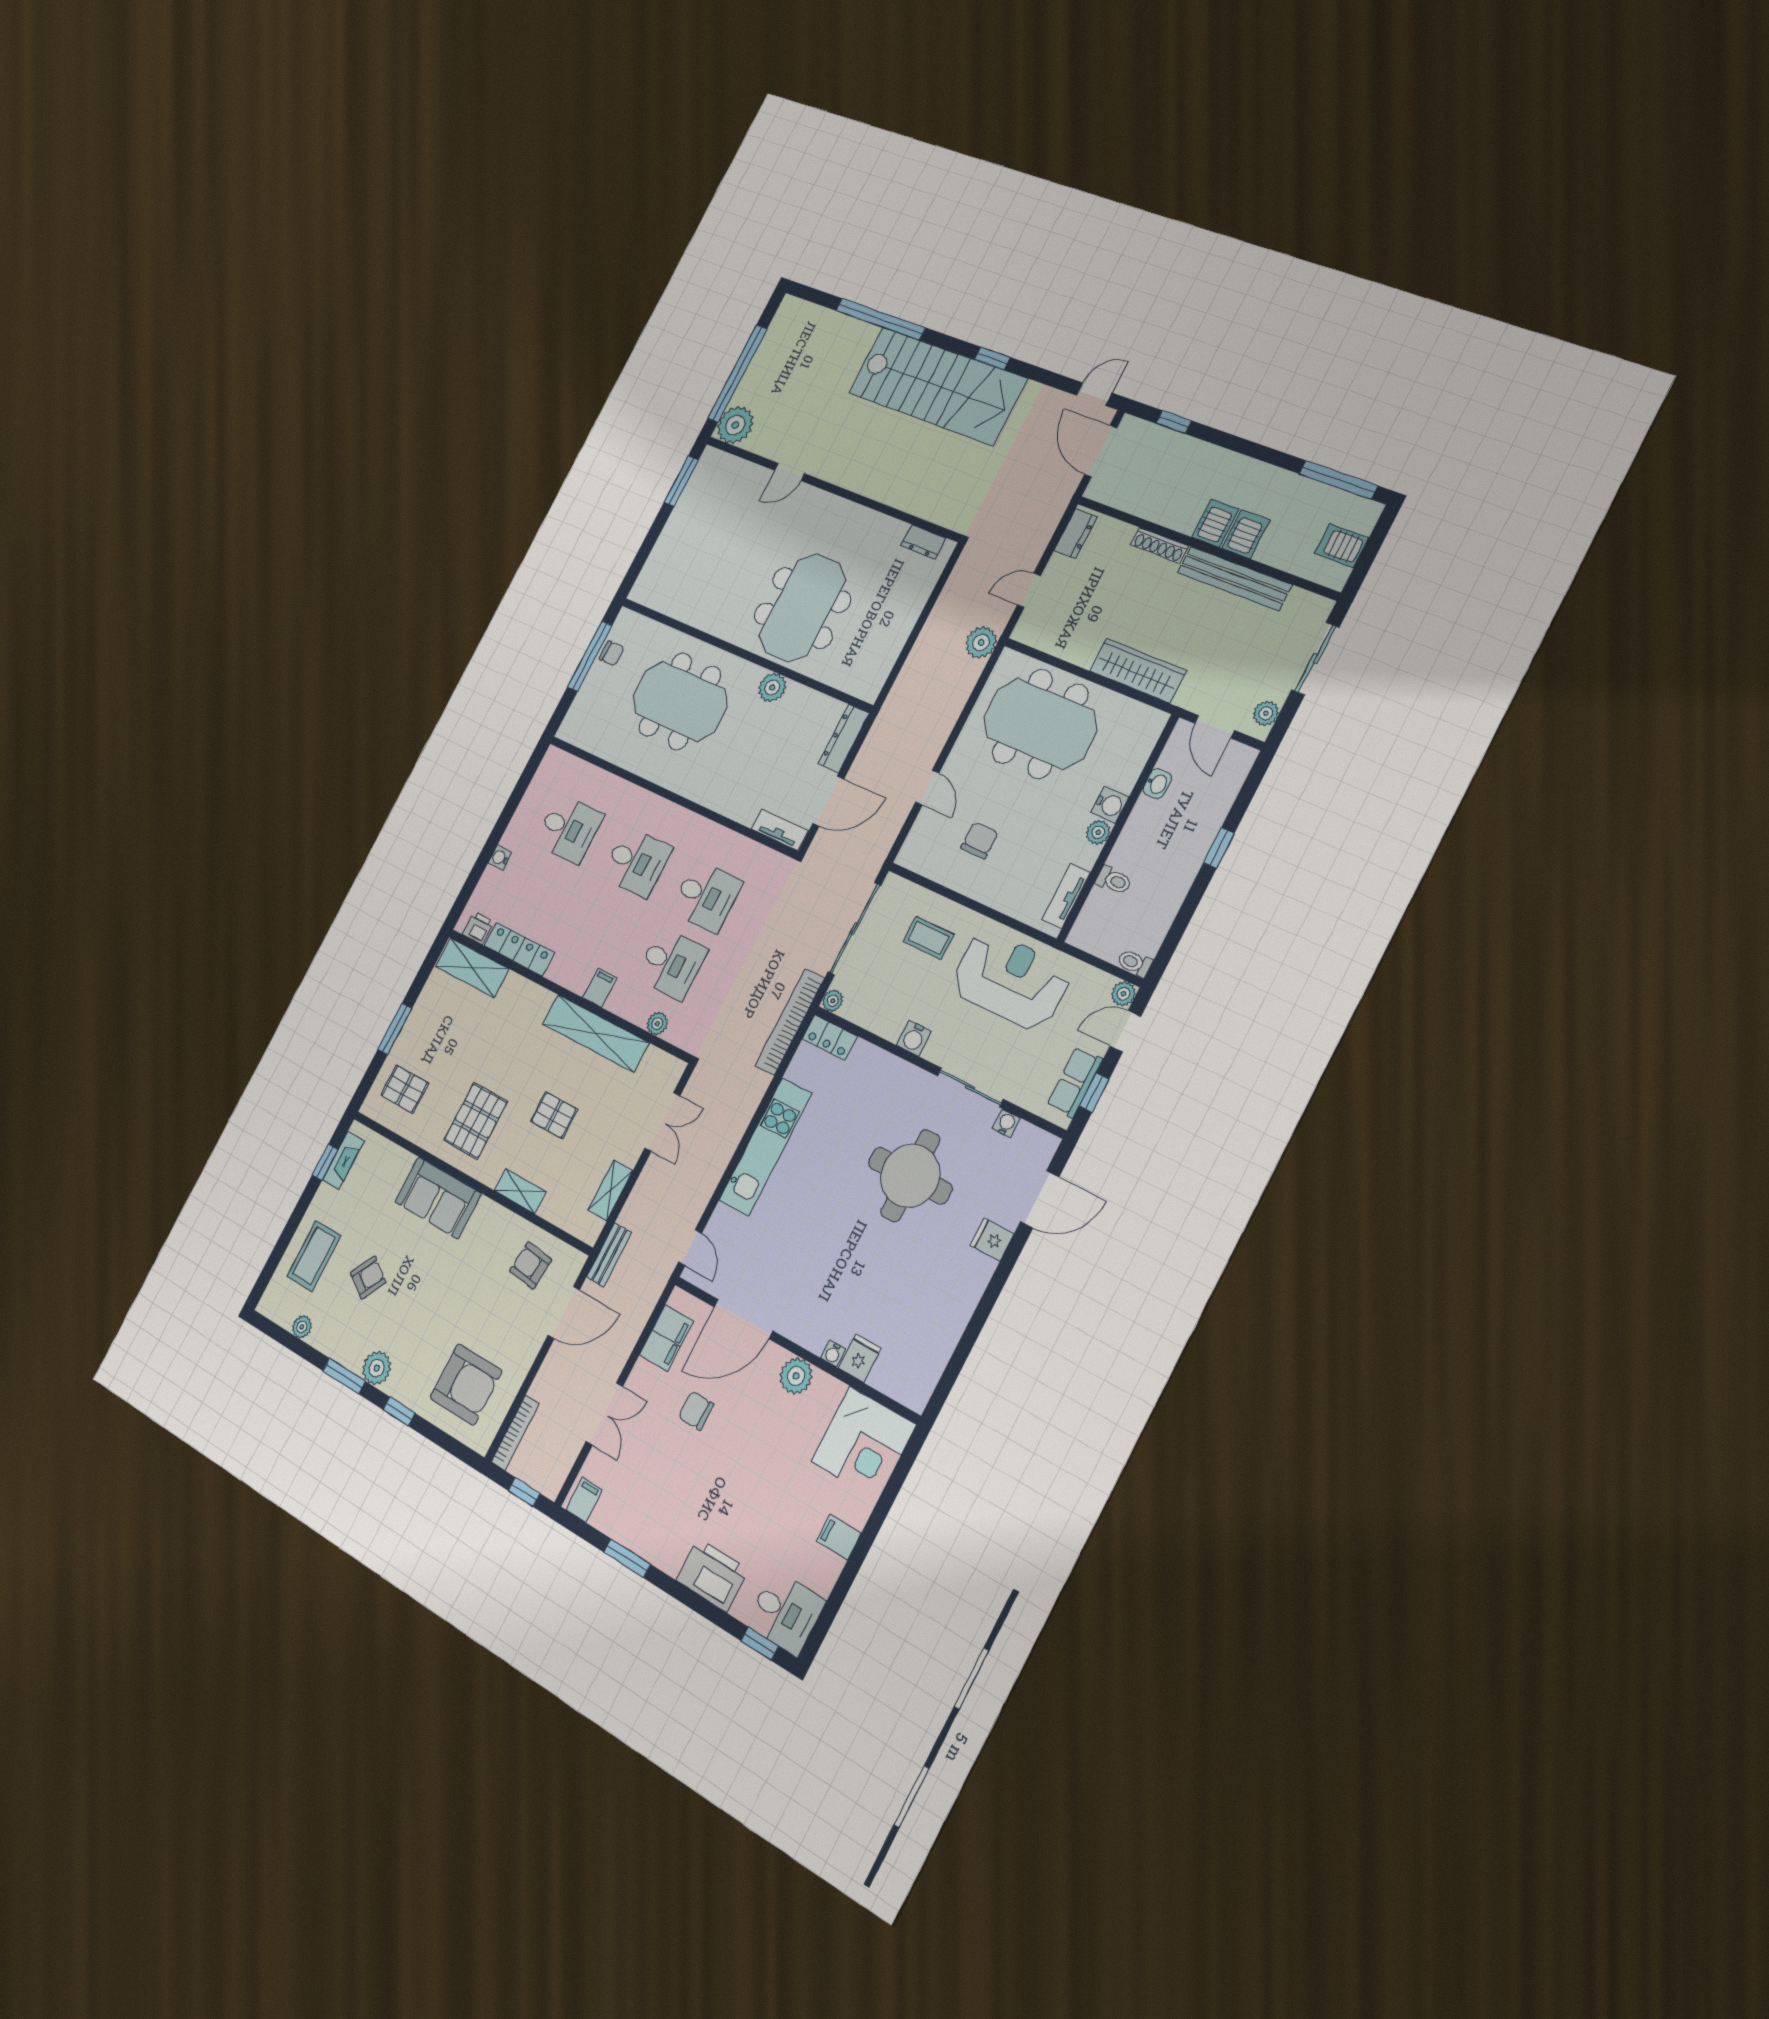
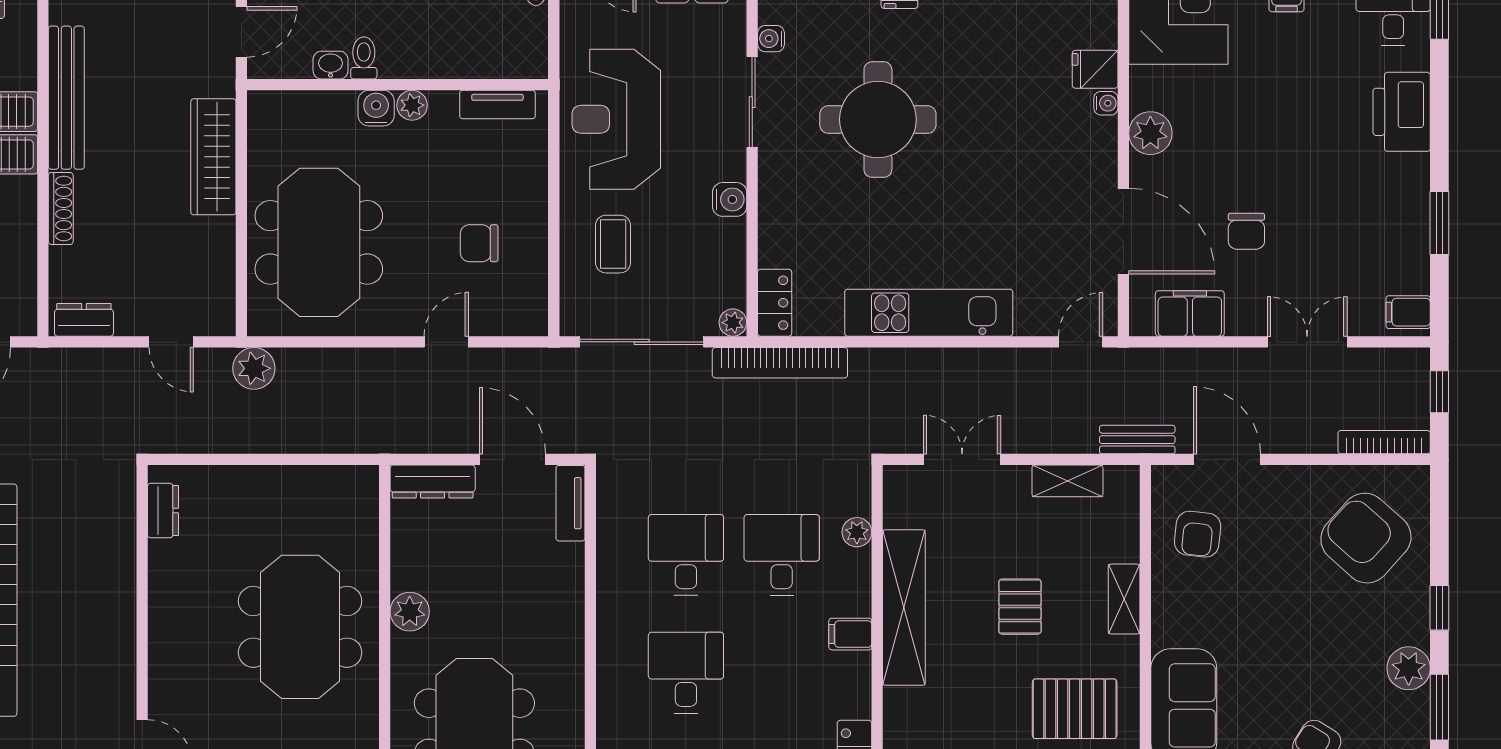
meeting table: (802, 608) -> (300, 627), turned 90
toilet: (1114, 880) -> (364, 58), moved
armchair: (466, 1384) -> (1366, 538), turned -48

